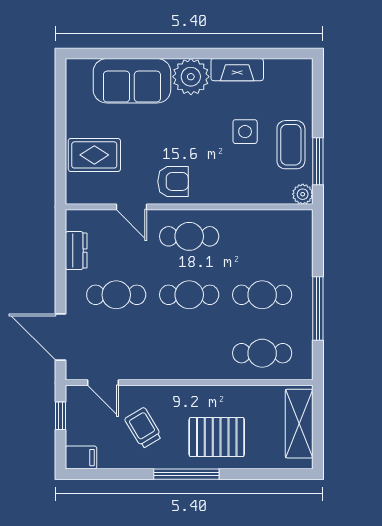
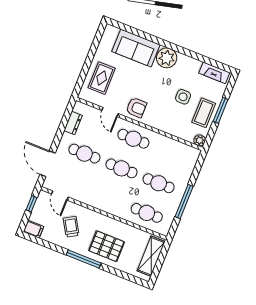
fireplace: (237, 70) -> (214, 73), moved
rug: (94, 155) -> (102, 78), turned 90
window: (318, 161) -> (221, 110), moved

